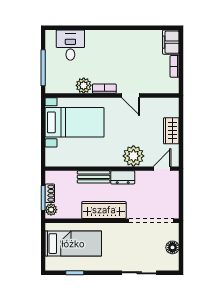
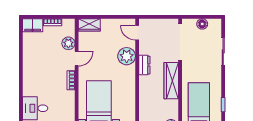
plant: (84, 85) -> (68, 43), moved
wardrobe: (171, 131) -> (89, 25), moved
bench: (94, 177) -> (144, 89), removed

